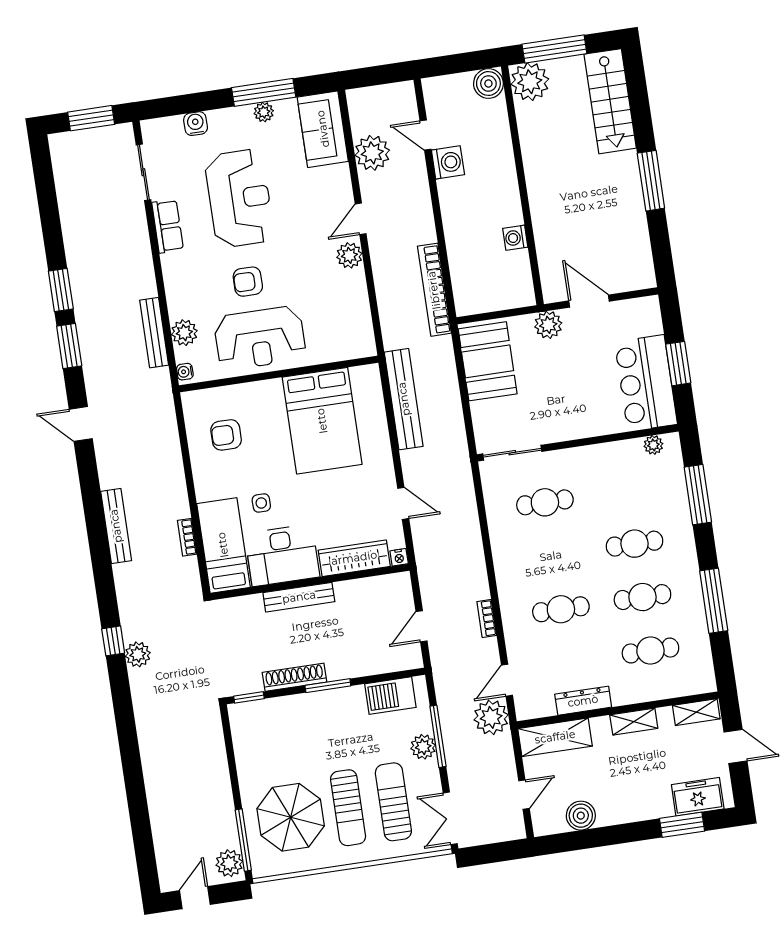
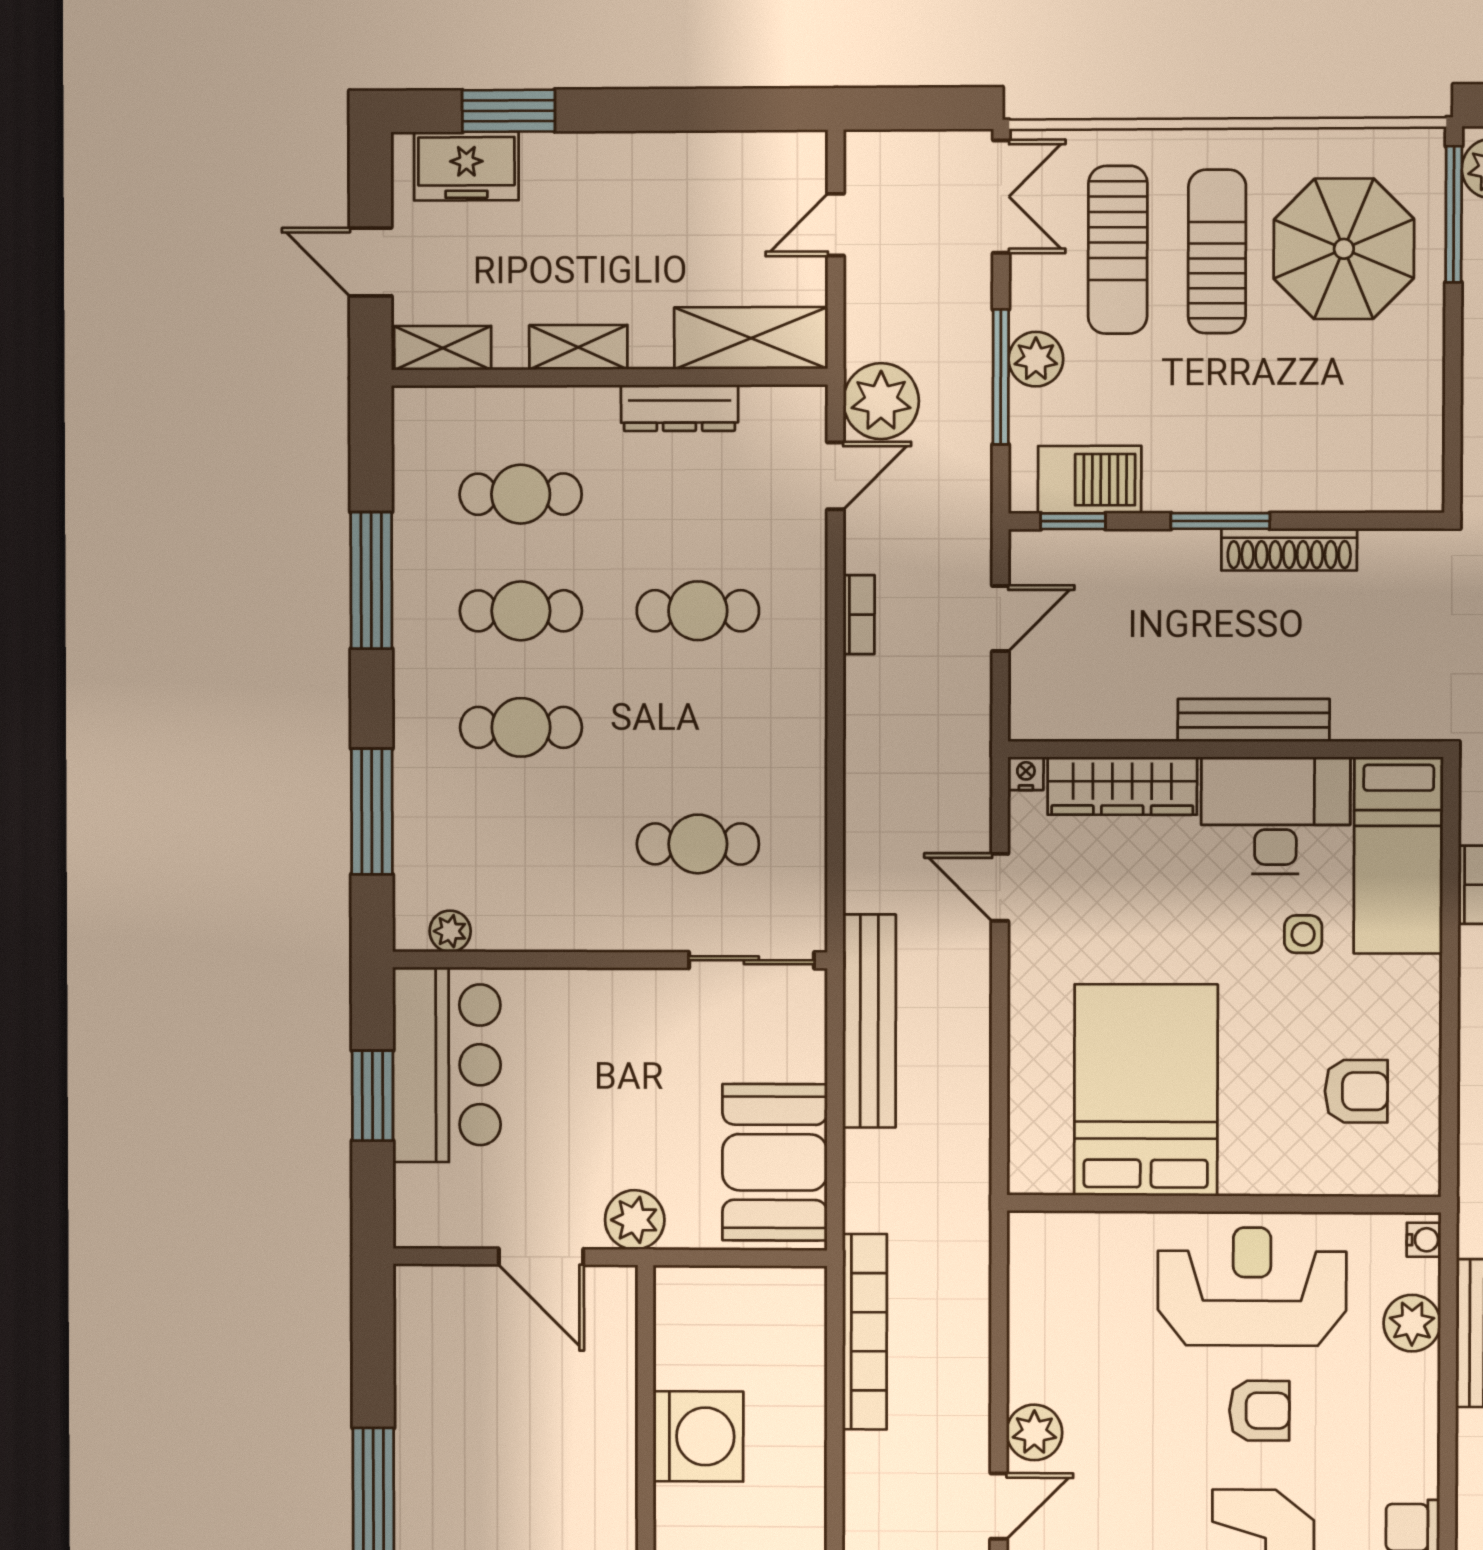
washing machine: (515, 238) -> (698, 1436), width x1.89, depth x1.89
bench: (404, 399) -> (869, 1021), moved
window: (249, 697) -> (1073, 521), moved
boiler: (581, 816) -> (721, 162), removed

